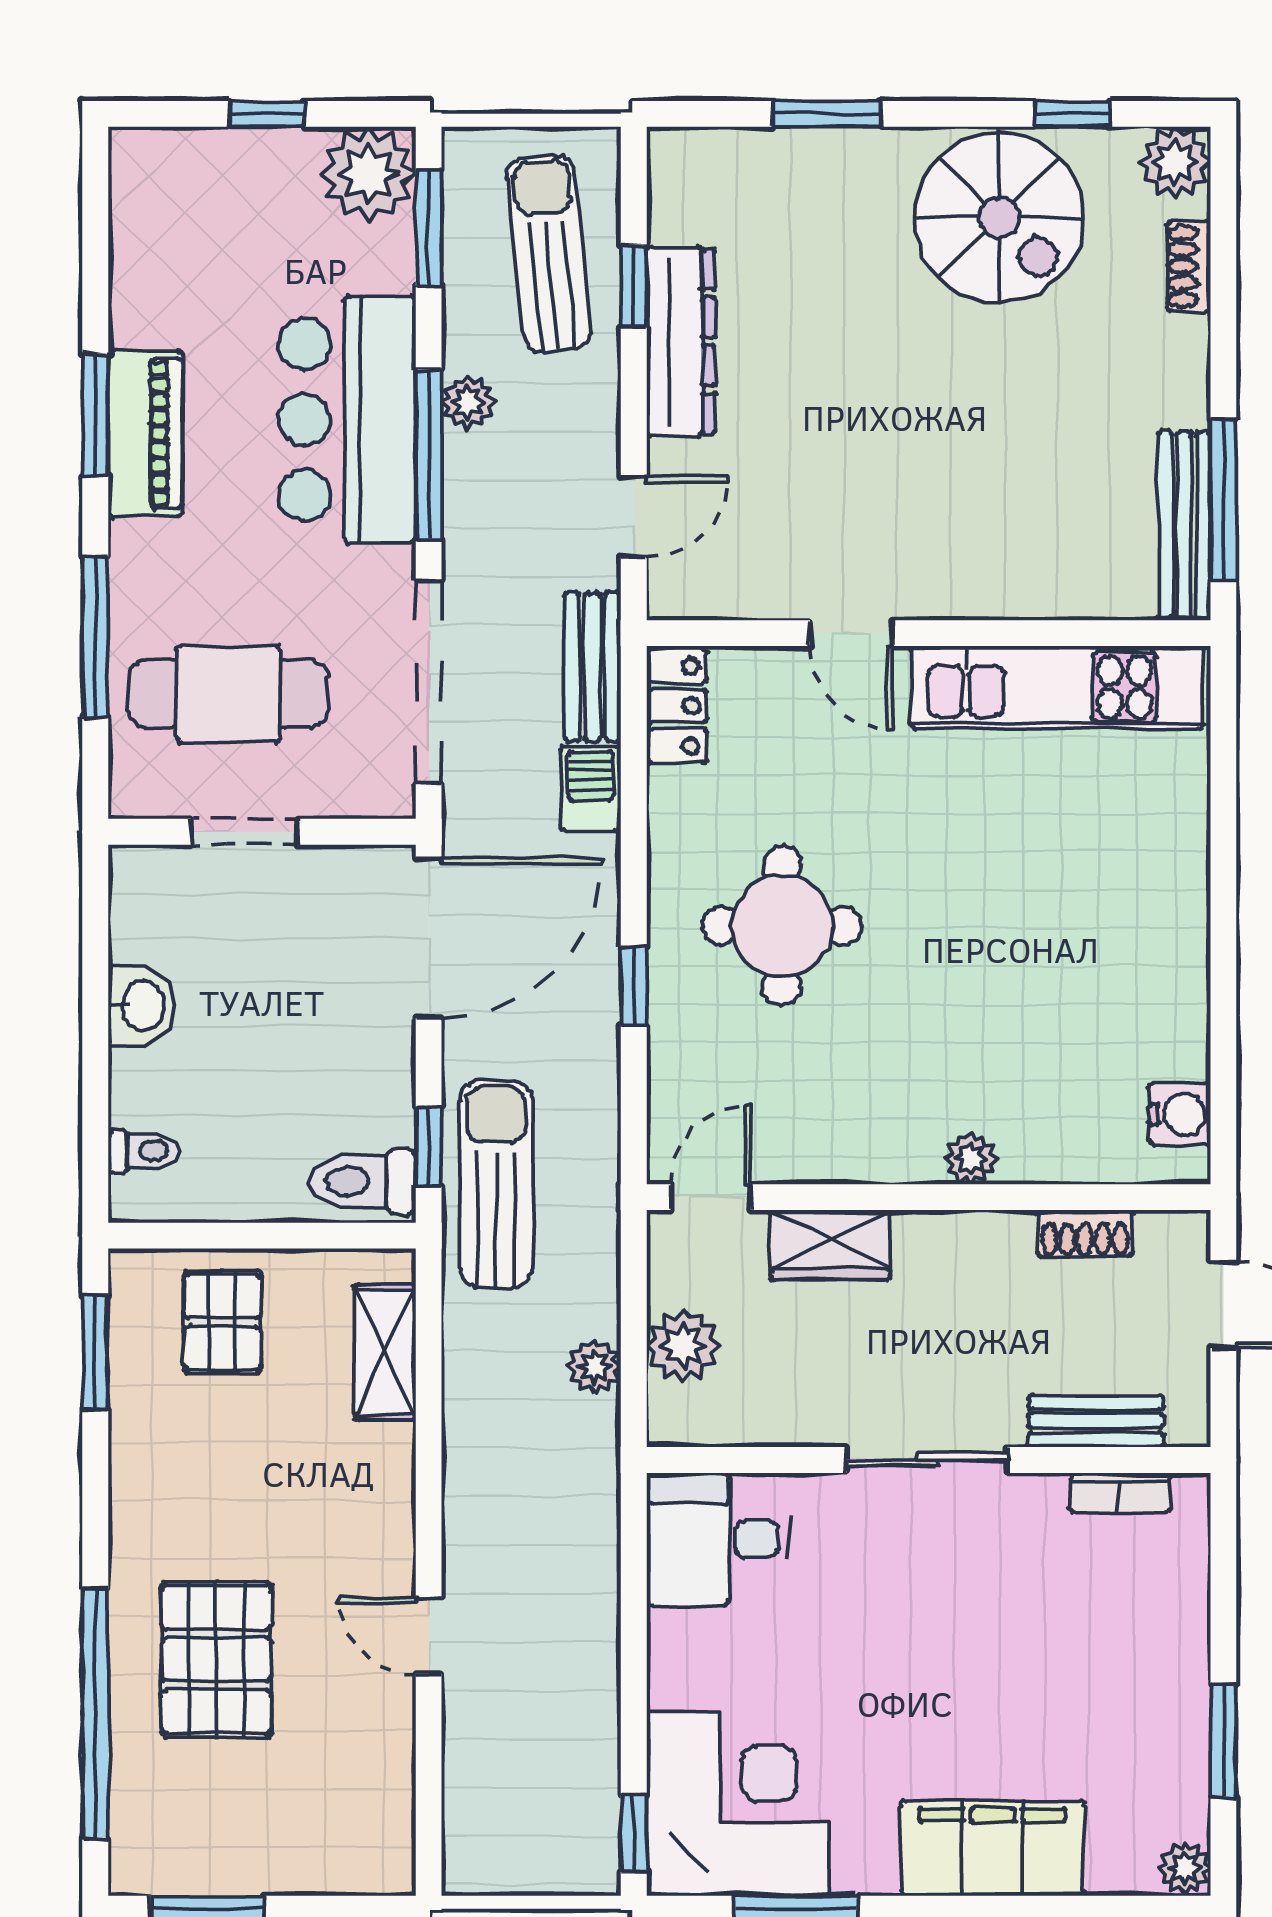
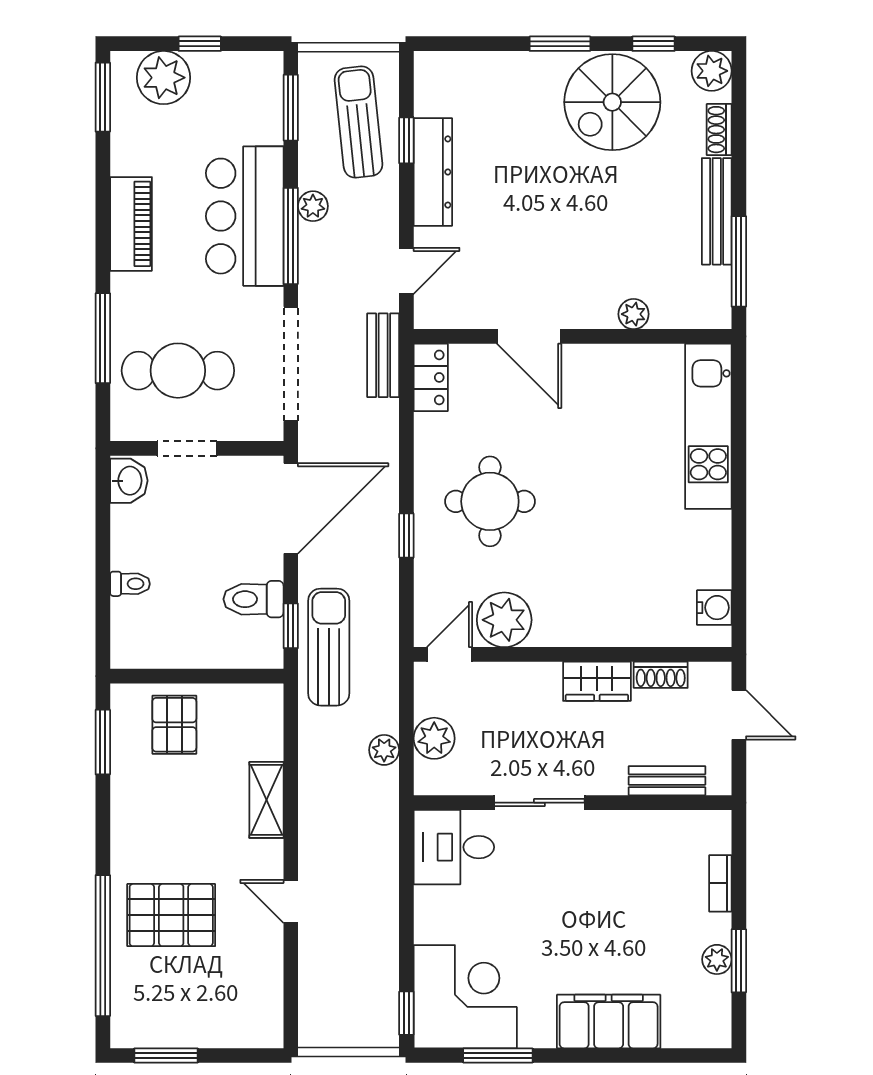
window: (827, 114) -> (560, 44), moved
plant: (368, 174) -> (164, 78), moved
spiral stairs: (999, 218) -> (612, 102), turned 90
window: (95, 415) -> (103, 97), moved
bench: (1184, 526) -> (717, 211), moved
plant: (1037, 593) -> (634, 314), added
door: (851, 633) -> (529, 336), width x1.38
kitchen unit: (1057, 687) -> (708, 426), moved, turned 90
barbecue: (591, 789) -> (382, 424), removed
washbasin: (141, 1006) -> (129, 481), moved
toilet: (144, 1151) -> (130, 584), moved
plant: (971, 1158) -> (504, 620), moved, width x1.88, depth x1.88
toilet: (362, 1181) -> (253, 599), moved
wardrobe: (831, 1245) -> (597, 681), moved
shelving: (385, 1352) -> (266, 800), moved
sliding door: (927, 1460) -> (539, 803), moved
bookcase: (1120, 1493) -> (720, 883), moved, turned 90
pallet: (217, 1659) -> (171, 915), turned 90
plant: (1185, 1868) -> (717, 959), moved

